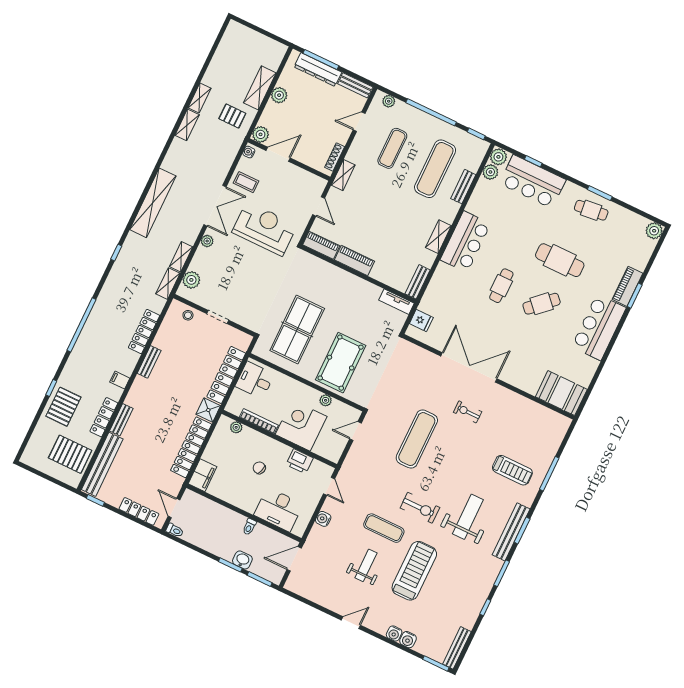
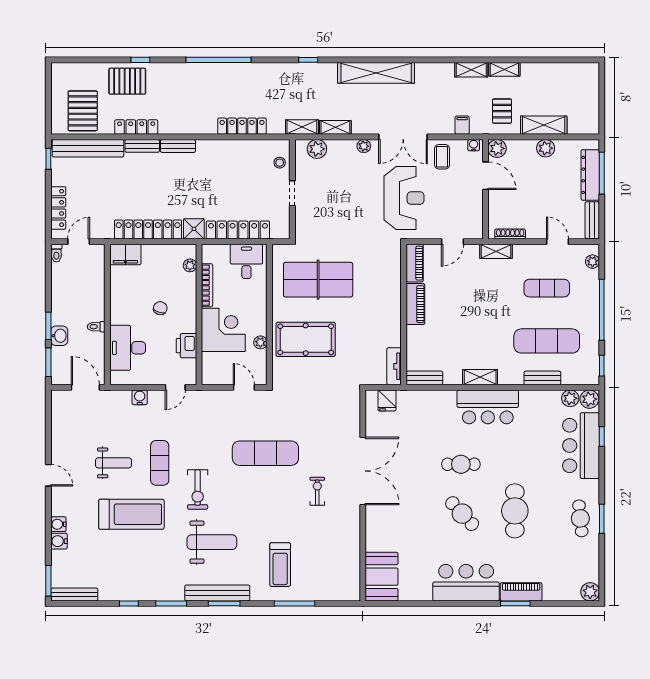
bench: (149, 362) -> (178, 146), moved
filing cabinet: (120, 380) -> (462, 125), moved

